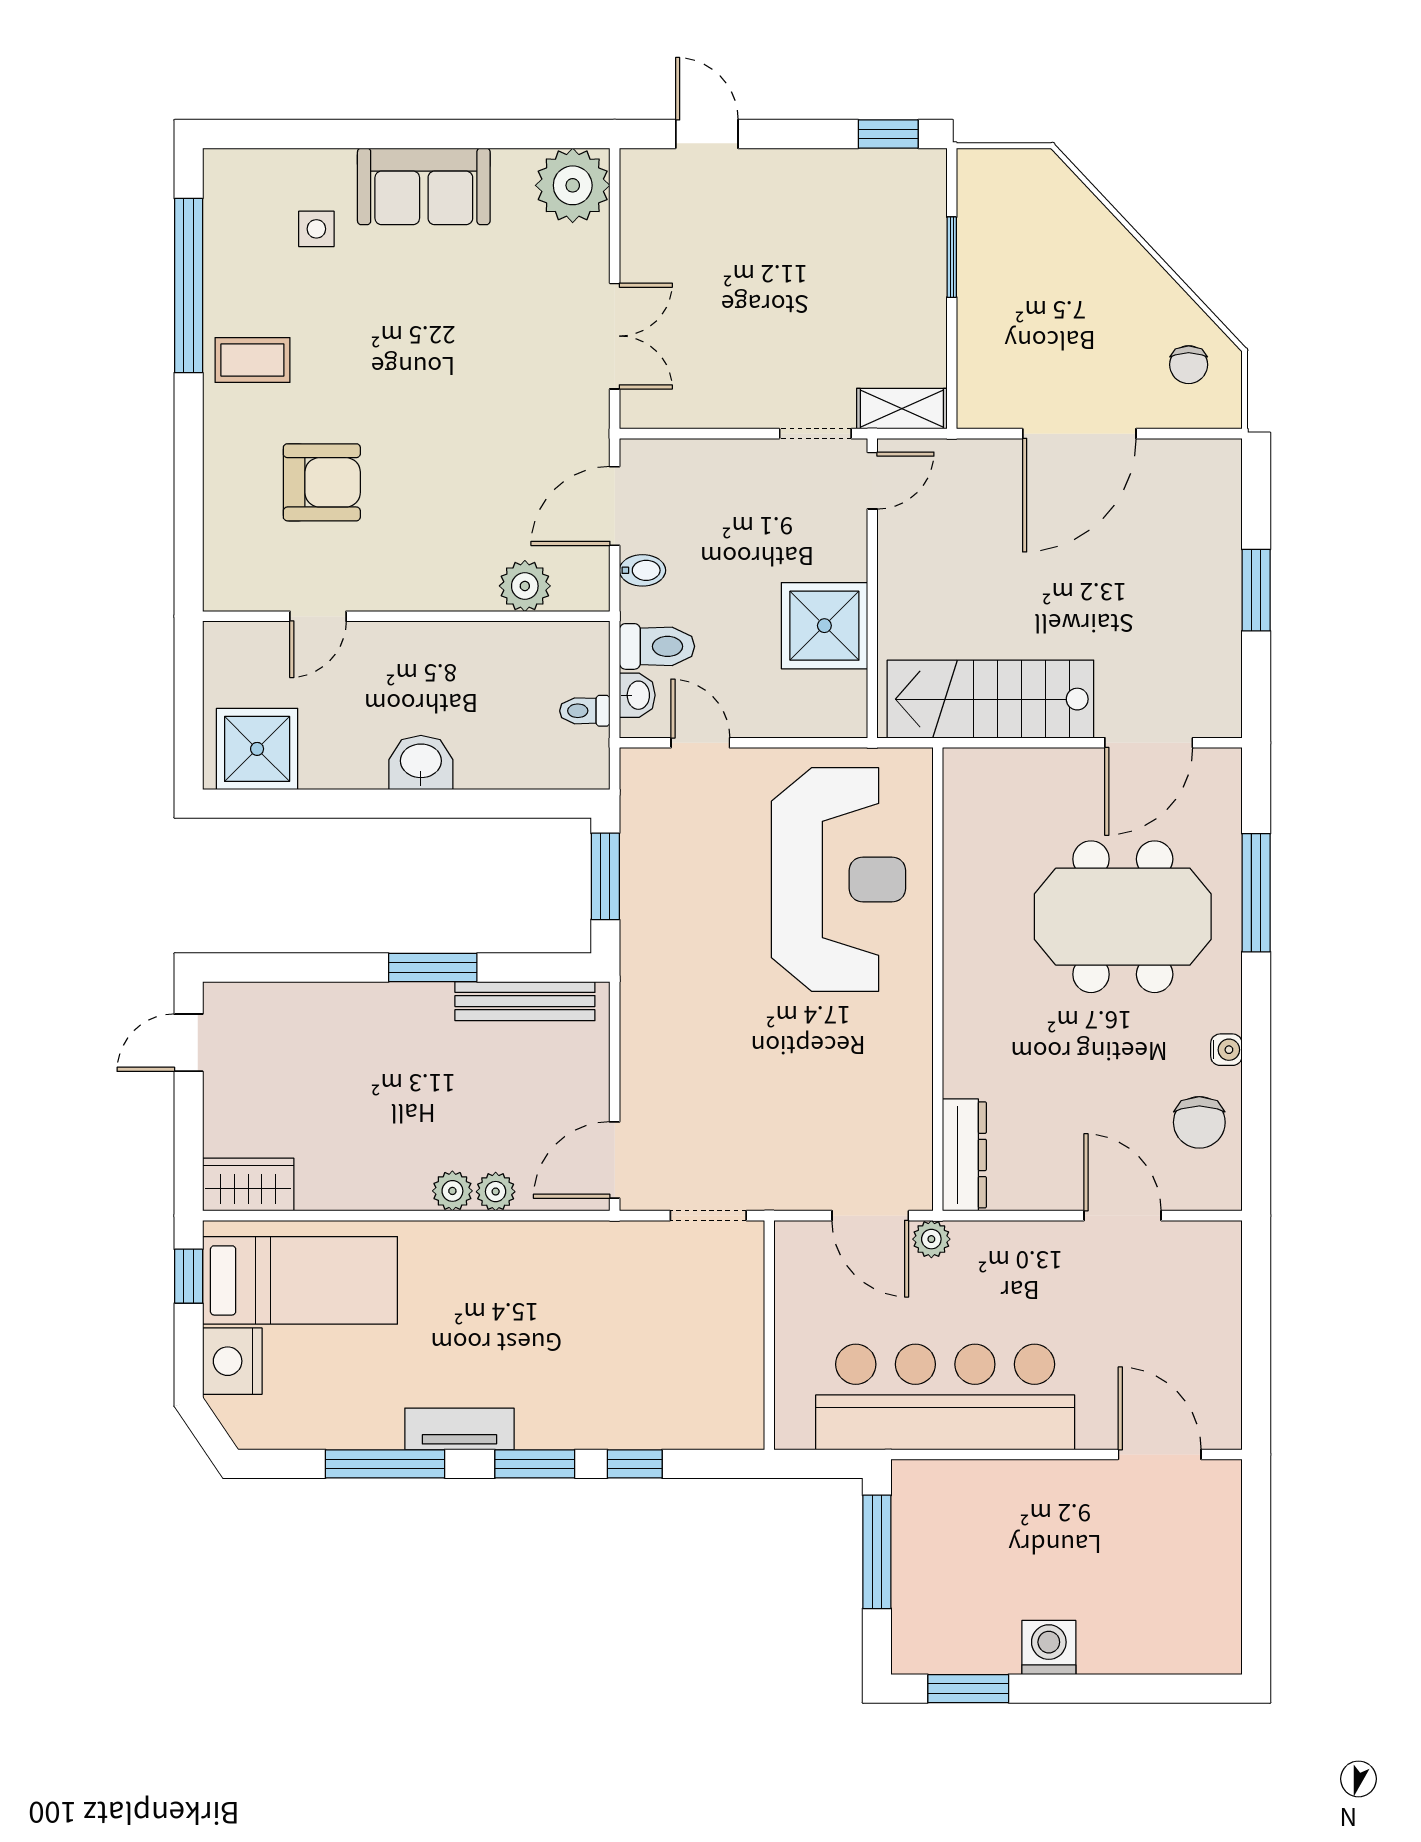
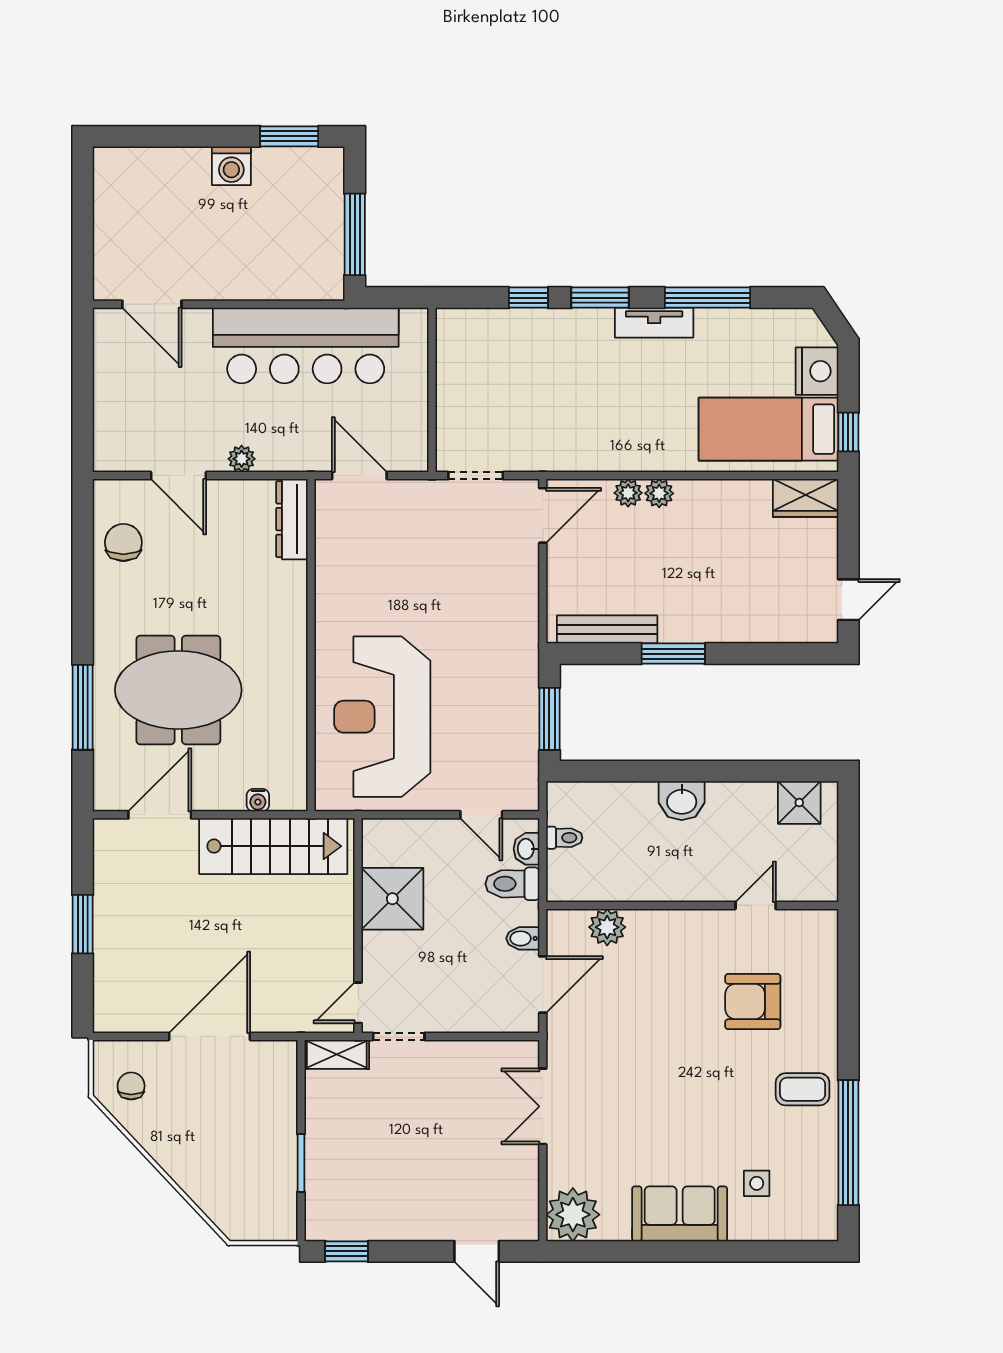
shower: (257, 749) -> (799, 803), width x0.73, depth x0.73
water cooler: (1226, 1050) -> (258, 800), moved, turned -90
plant: (931, 1239) -> (242, 459), moved

